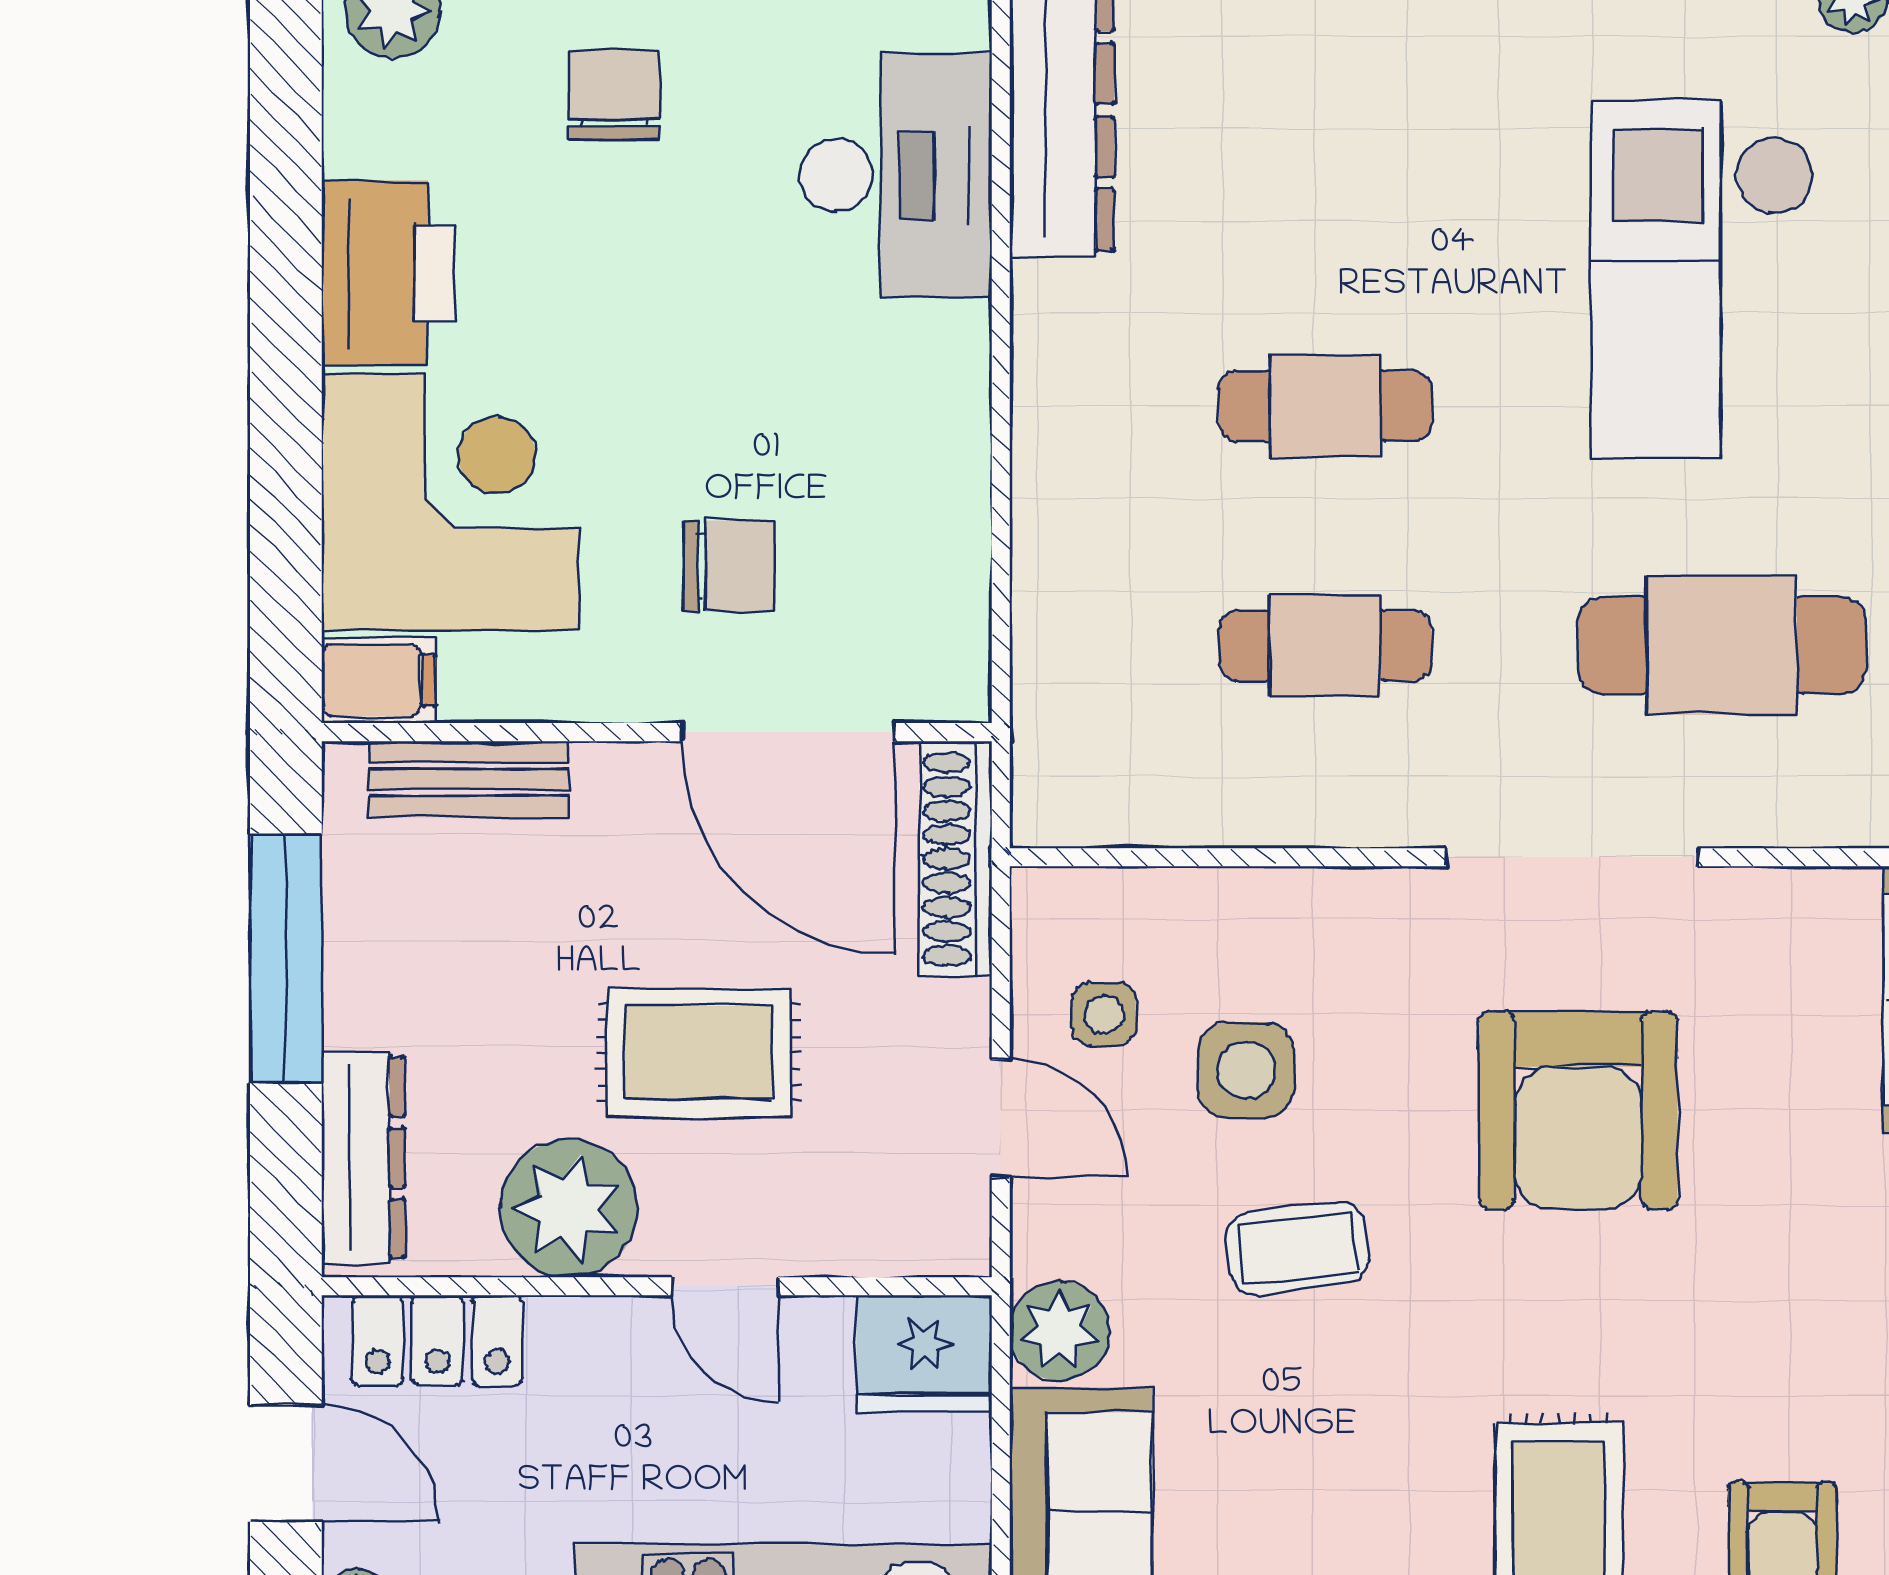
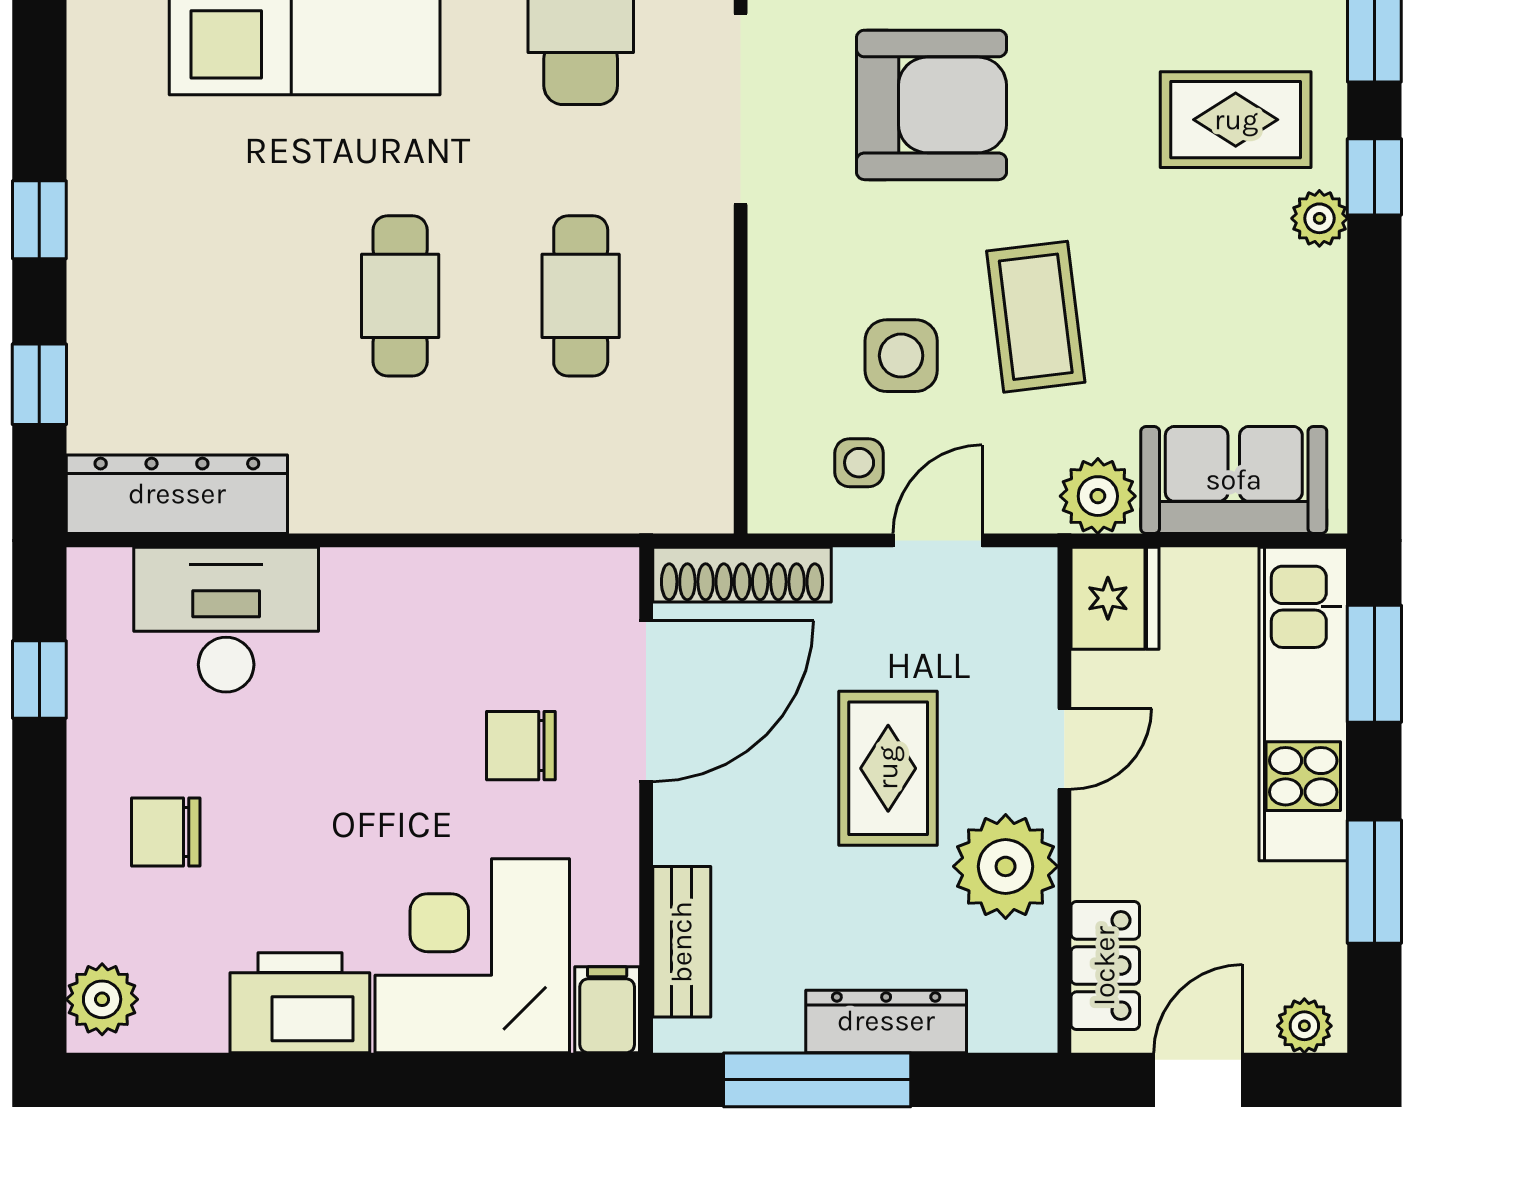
chair: (729, 566) -> (521, 746), turned -90
dresser: (363, 1158) -> (886, 1021), moved
coffee table: (1297, 1248) -> (1036, 317), width x1.36, depth x1.30

